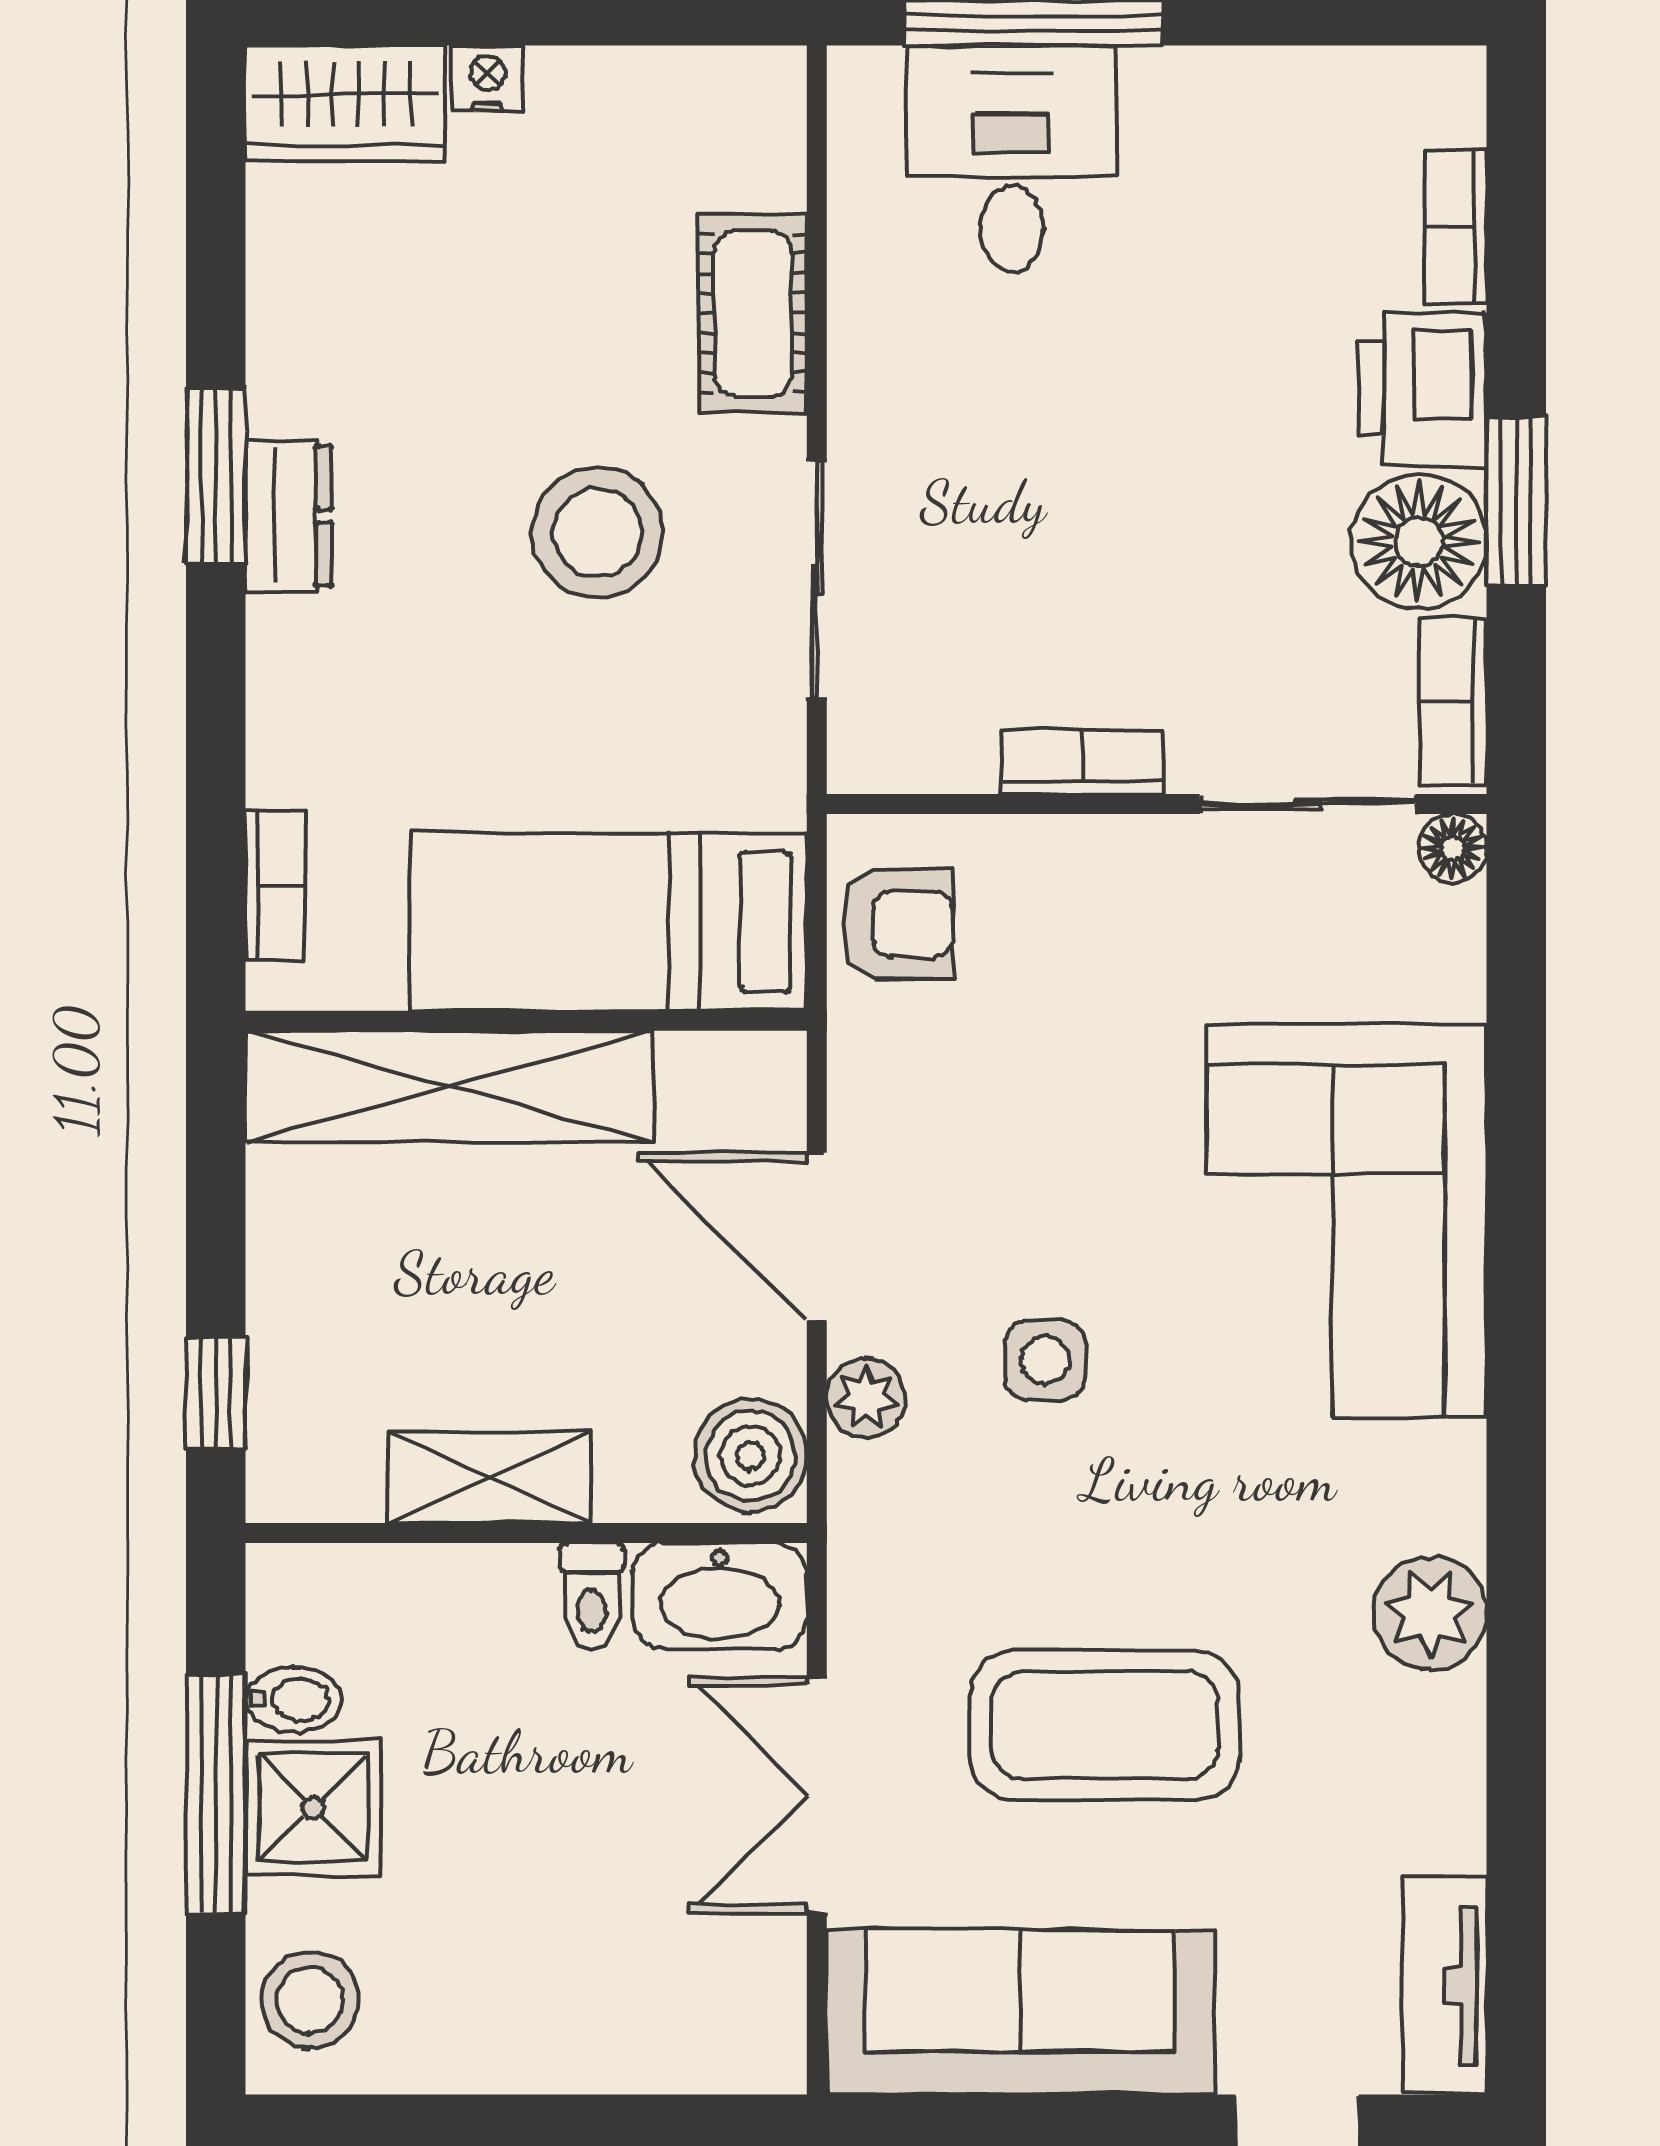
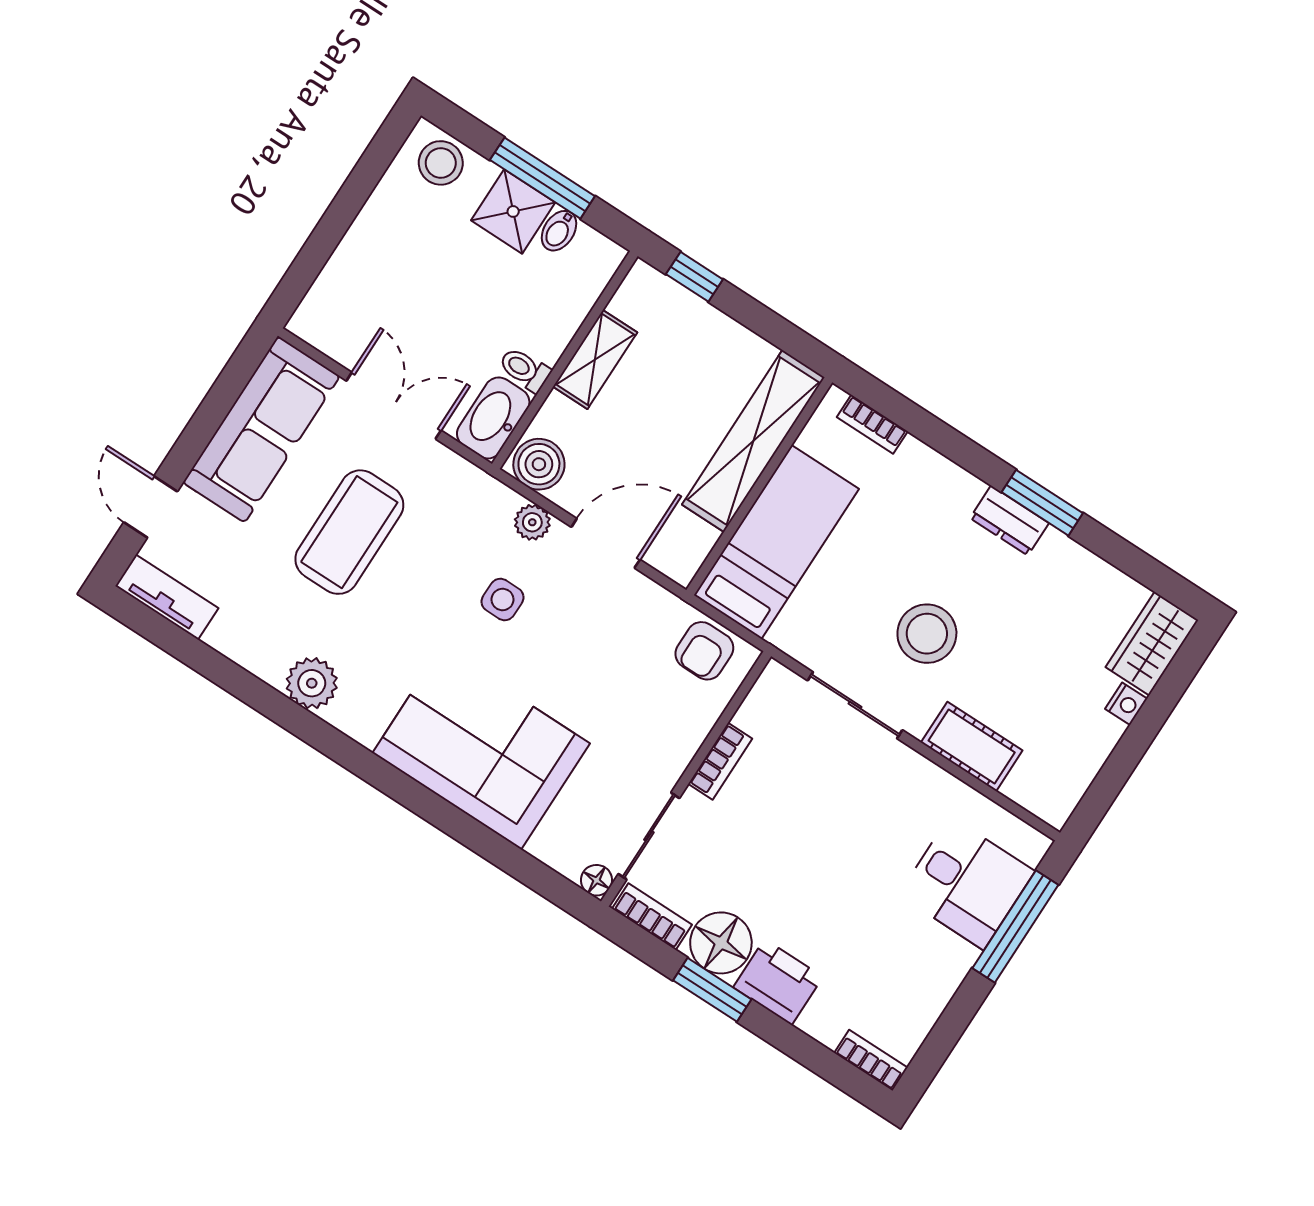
bookcase: (1456, 226) -> (871, 1060), moved

